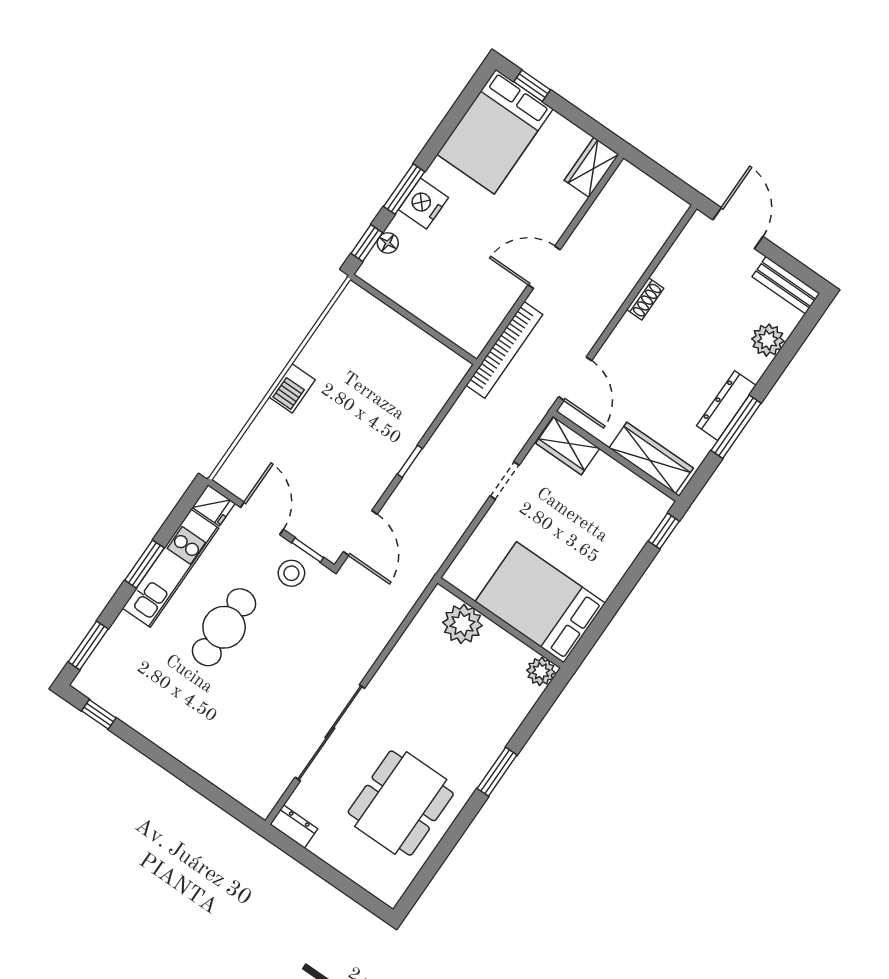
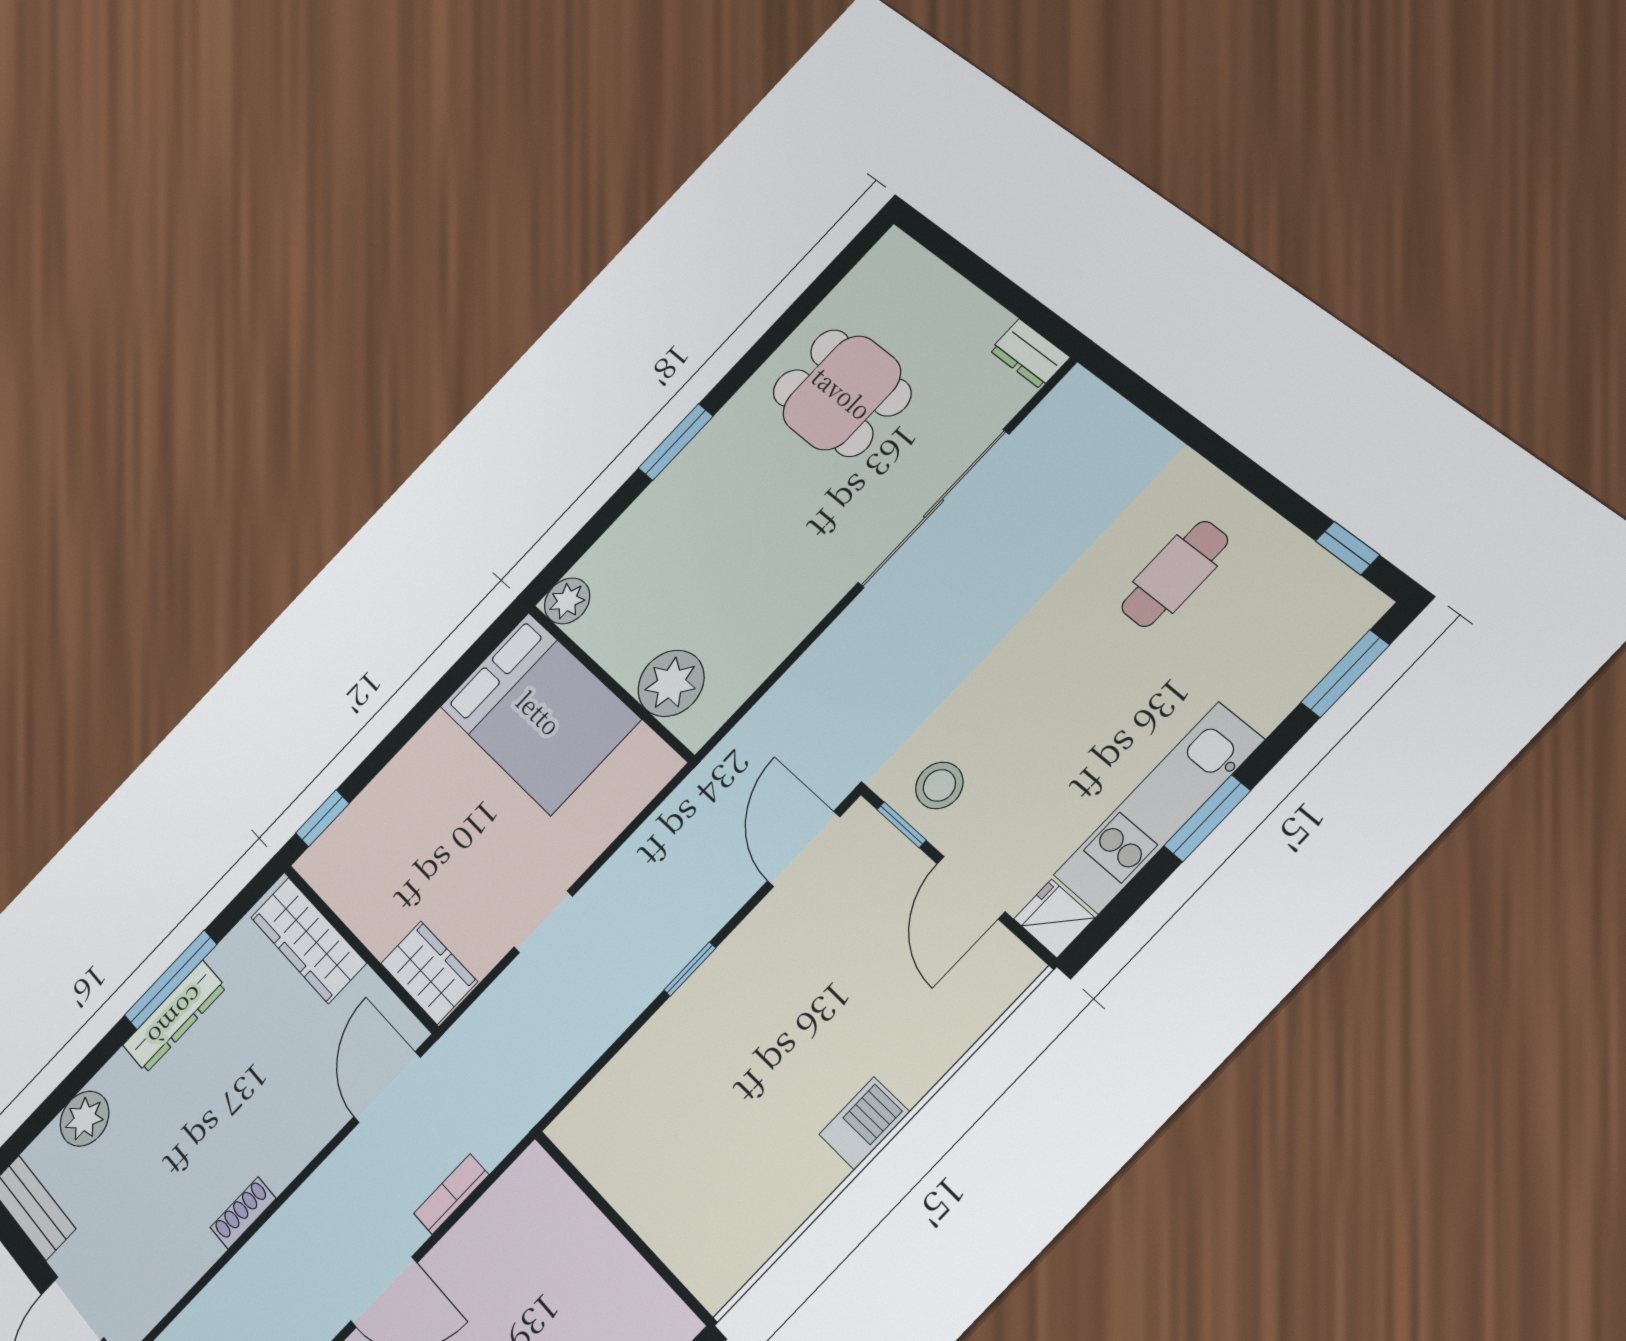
bookcase: (504, 350) -> (451, 1194), width x0.43, depth x0.76
cafe table: (224, 627) -> (1175, 574), moved, width x0.73, depth x0.74
dining table: (401, 803) -> (842, 393), width x0.73

